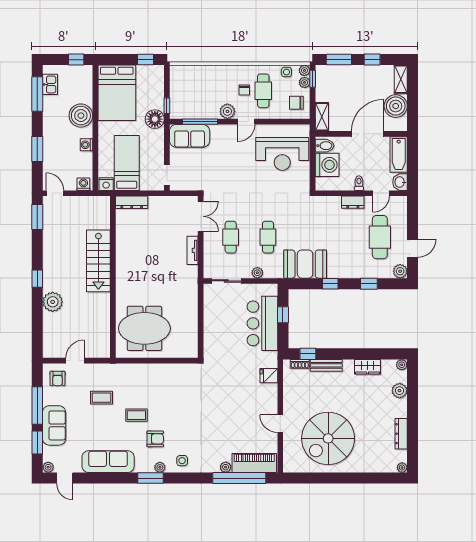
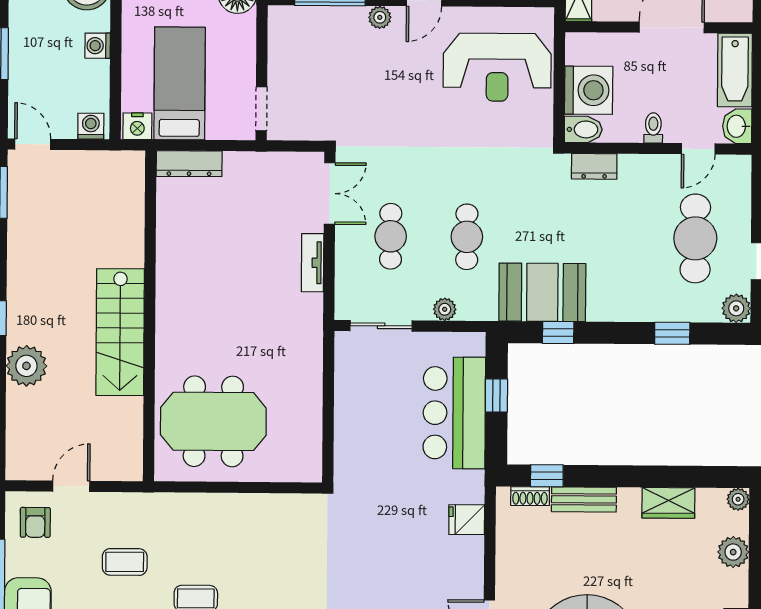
plant: (225, 130) -> (380, 17), added
sofa: (190, 136) -> (308, 29), removed
bidet: (325, 146) -> (583, 129), moved
dresser: (353, 202) -> (594, 166), moved
stairs: (98, 261) -> (120, 332), moved
window: (330, 284) -> (558, 333), moved

